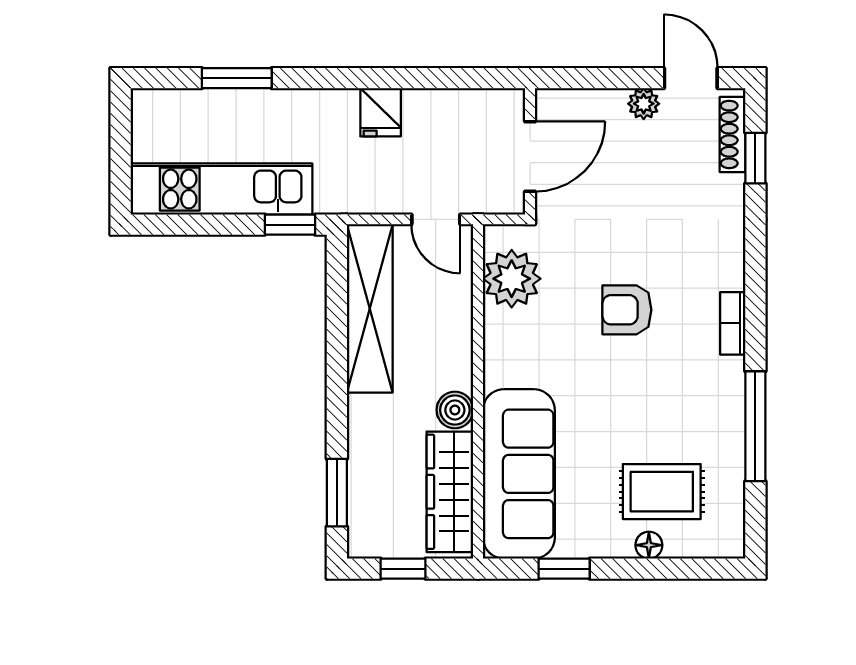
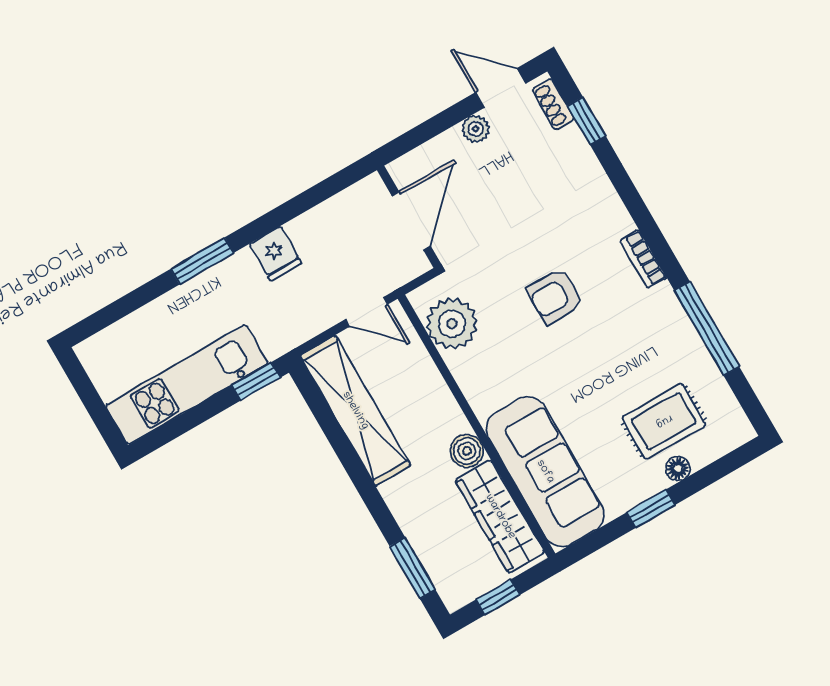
window: (237, 78) -> (202, 261), moved
shoe rack: (733, 134) -> (553, 104), width x0.70
window: (564, 569) -> (651, 509), moved

